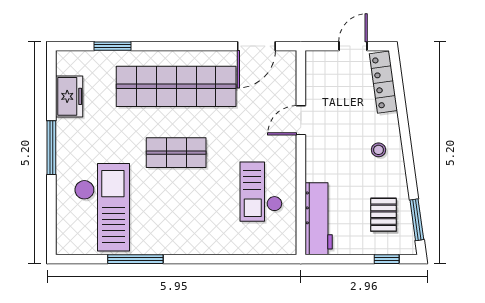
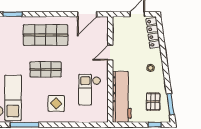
shop shelf: (176, 86) -> (46, 35), width x0.71
display table: (197, 218) -> (56, 103), added
workbench: (319, 219) -> (122, 97), width x1.36, depth x1.32

